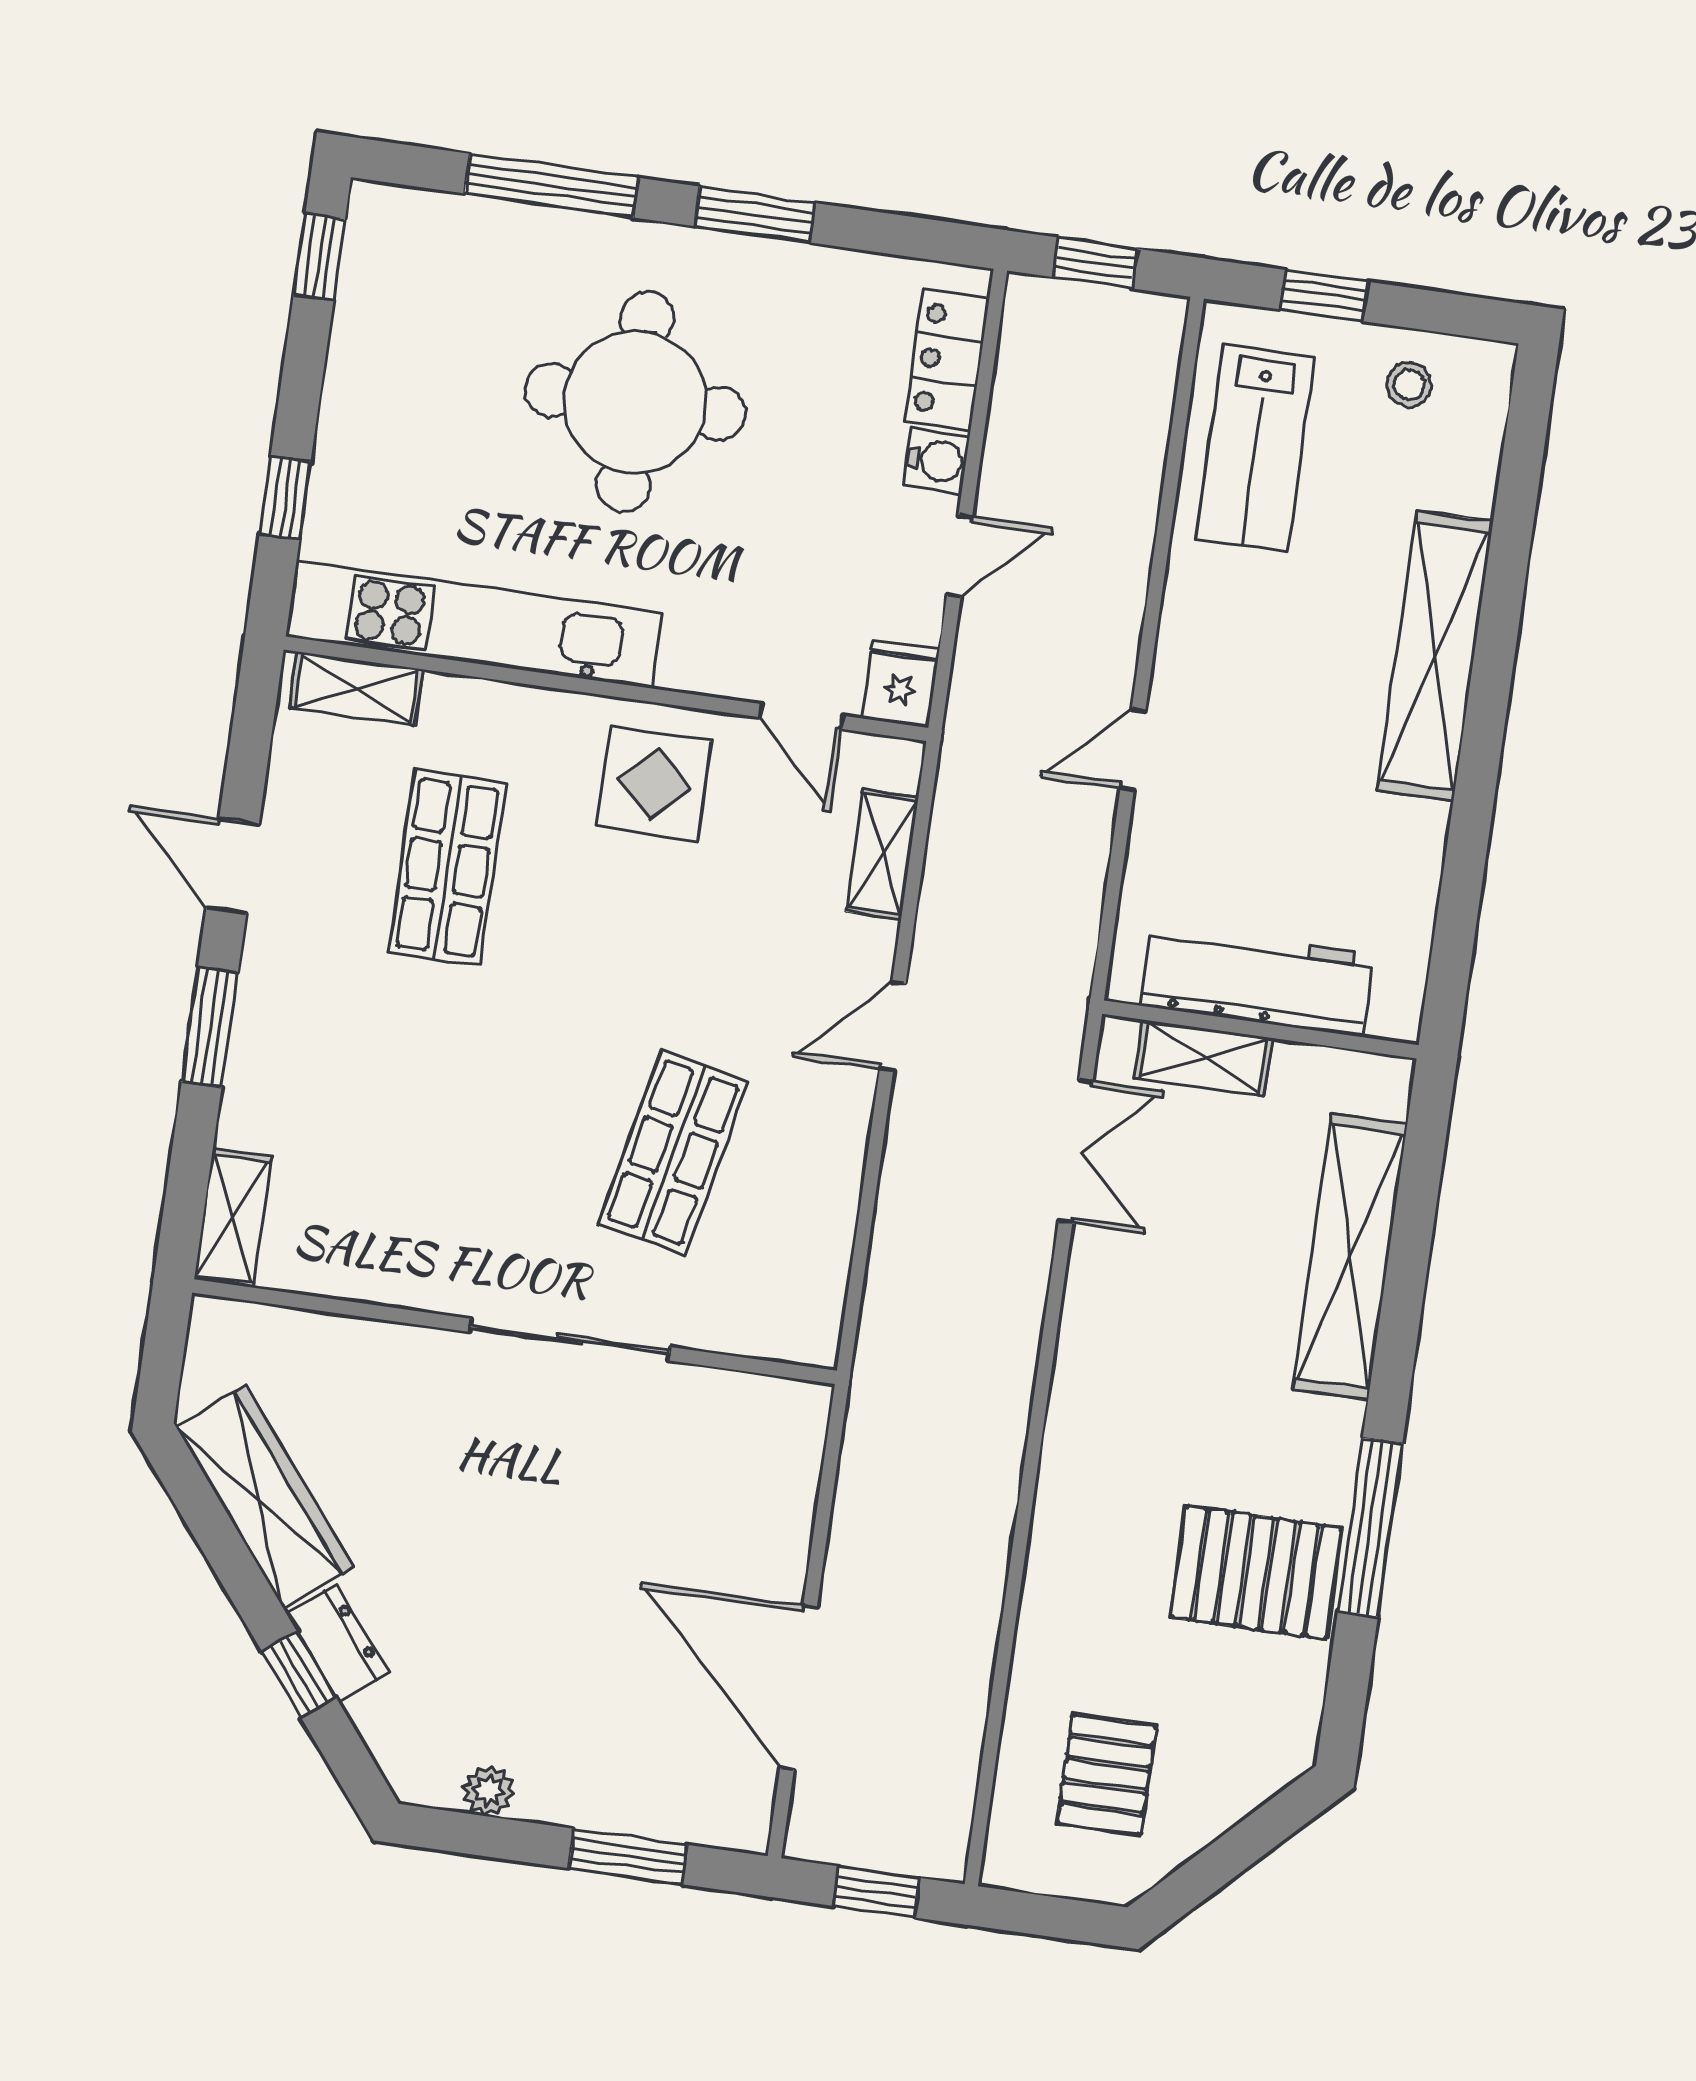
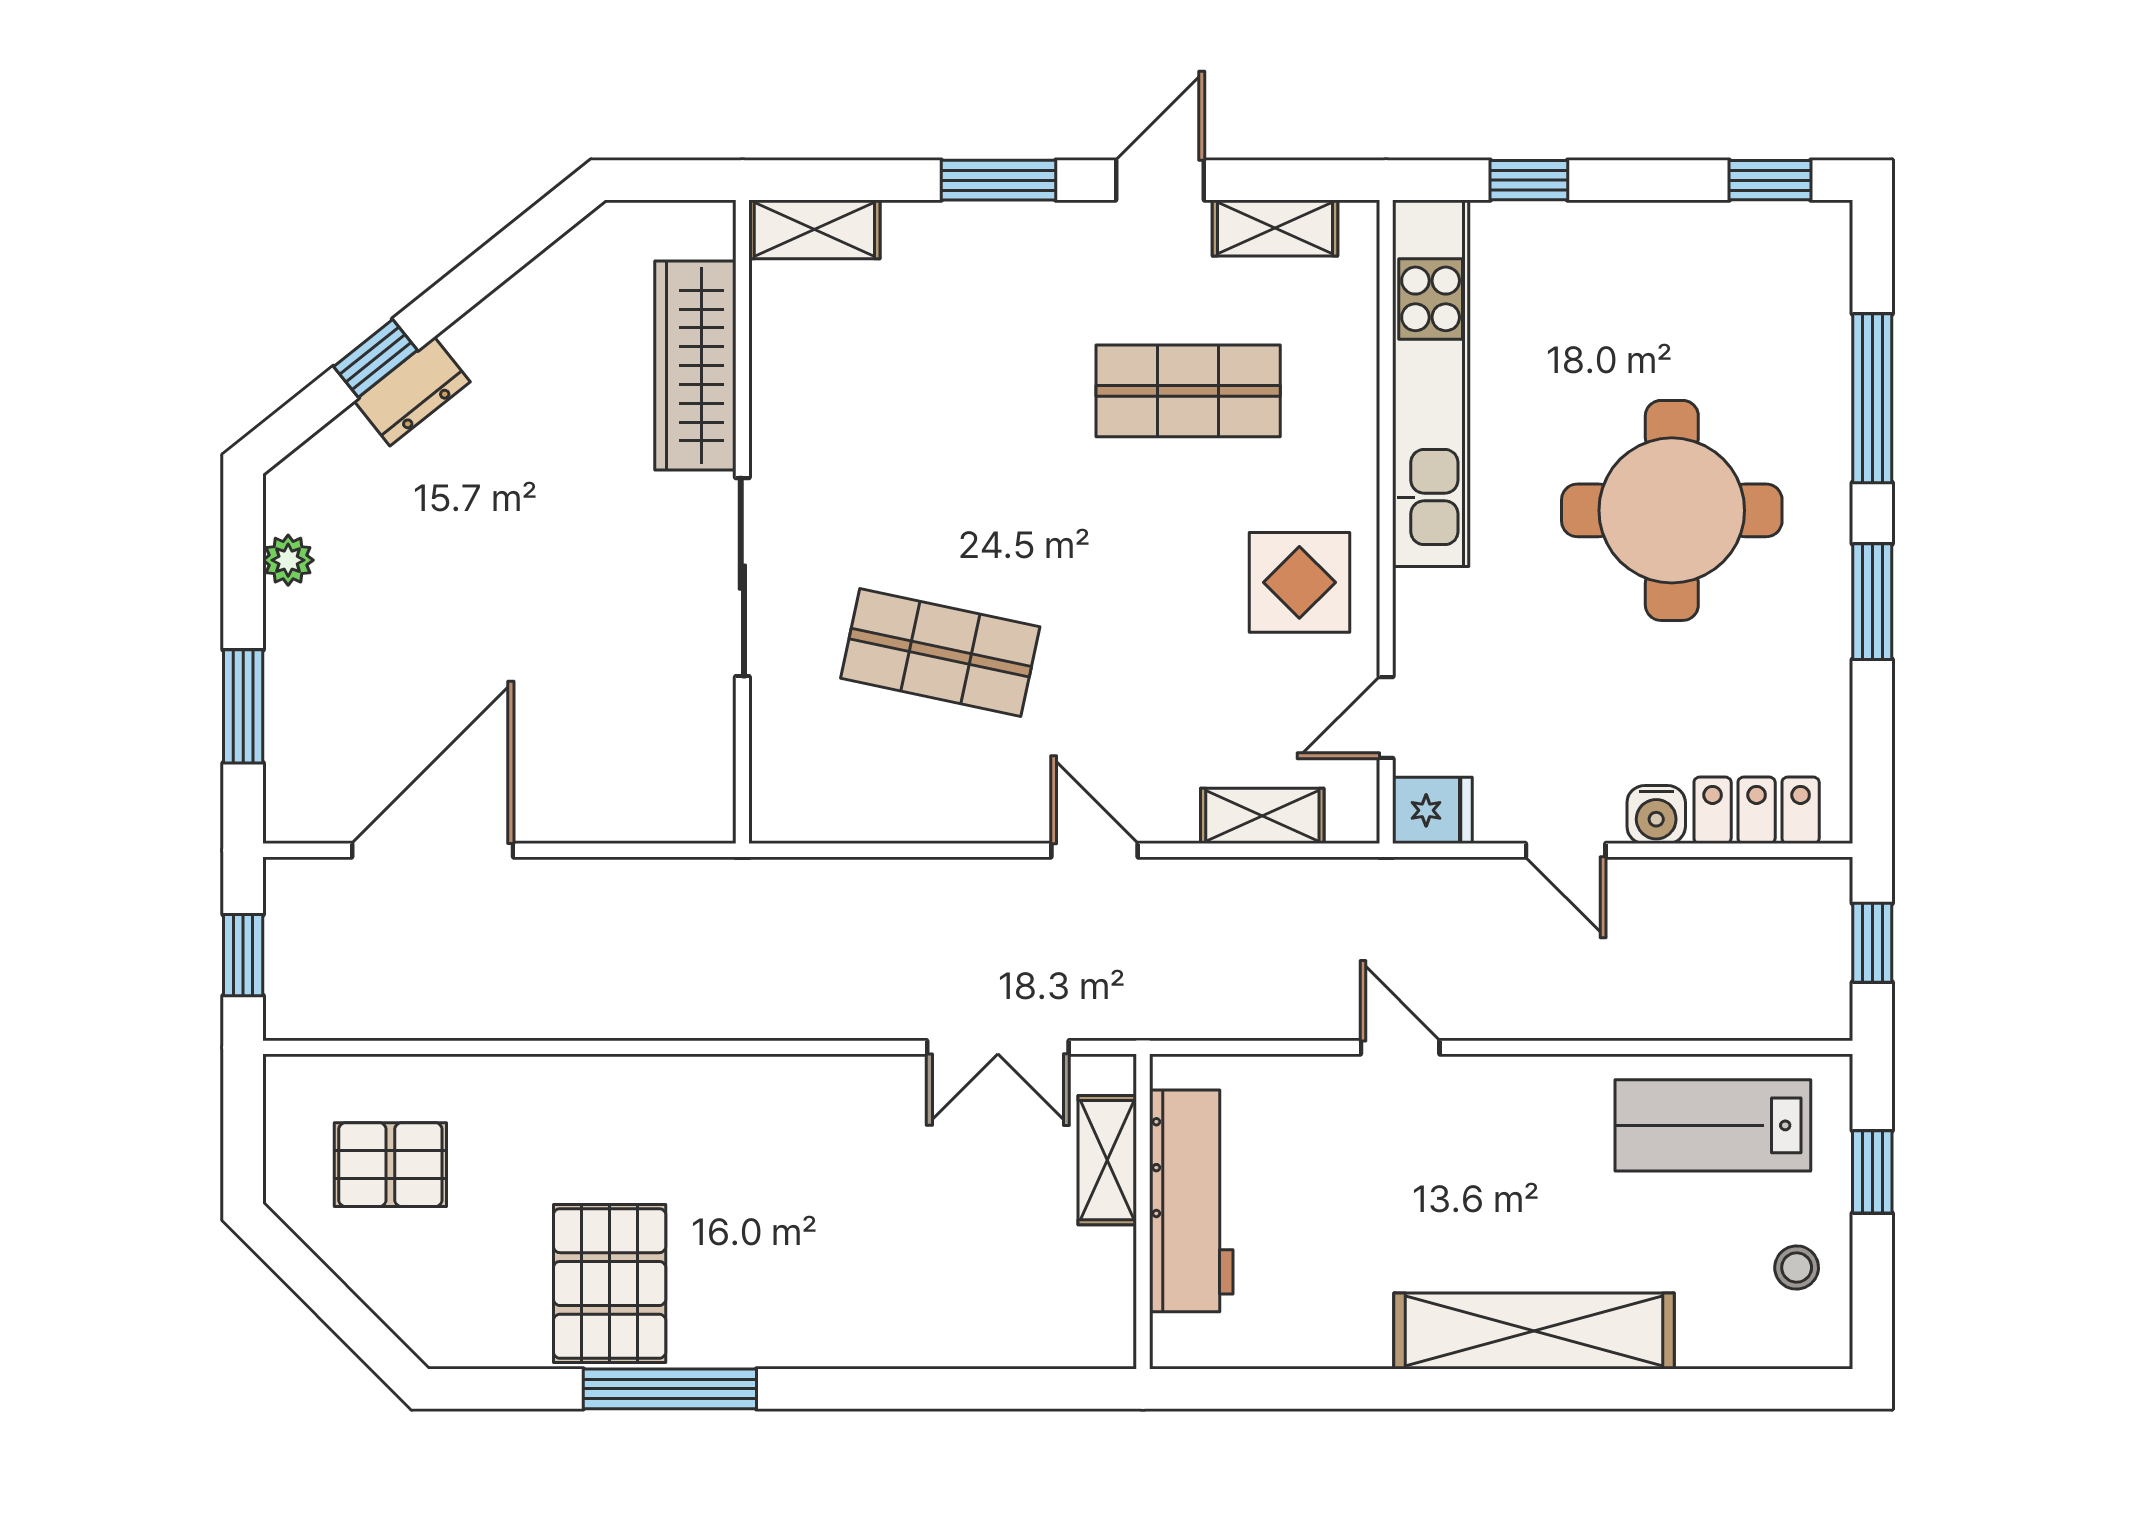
shelving: (356, 689) -> (1275, 228), moved, turned 90
shelving: (1350, 1257) -> (932, 1331), removed
wardrobe: (264, 1497) -> (695, 366), moved, turned 129

